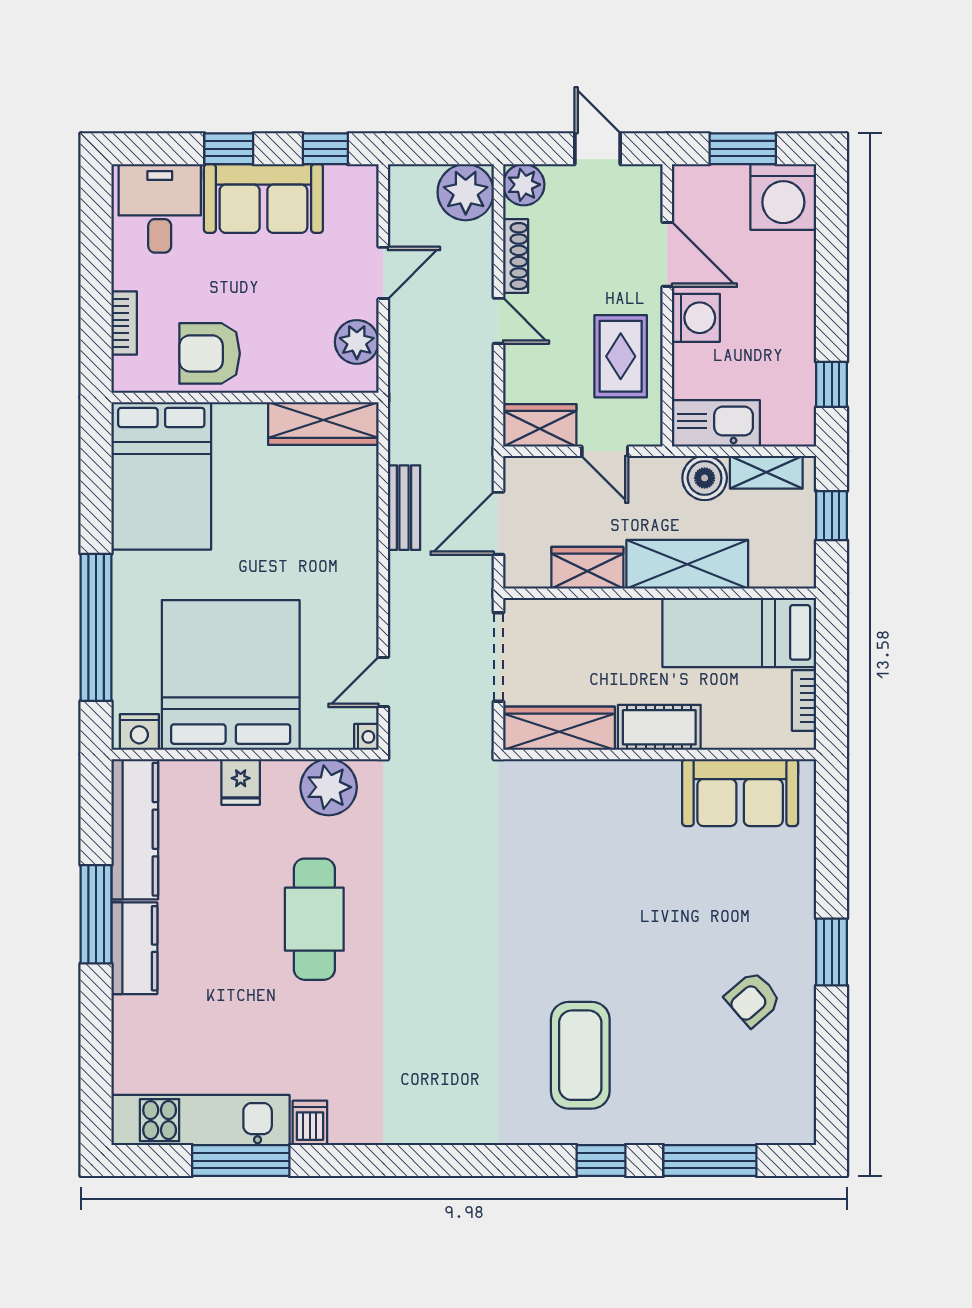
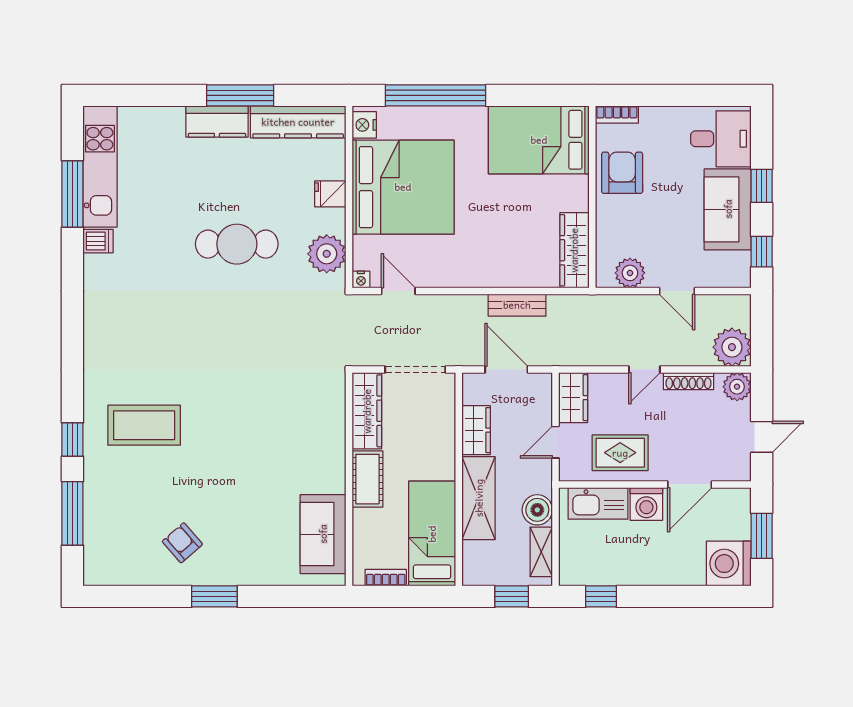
bookcase: (124, 323) -> (617, 115), moved
kitchen sink: (716, 423) -> (598, 503), moved, turned 90

